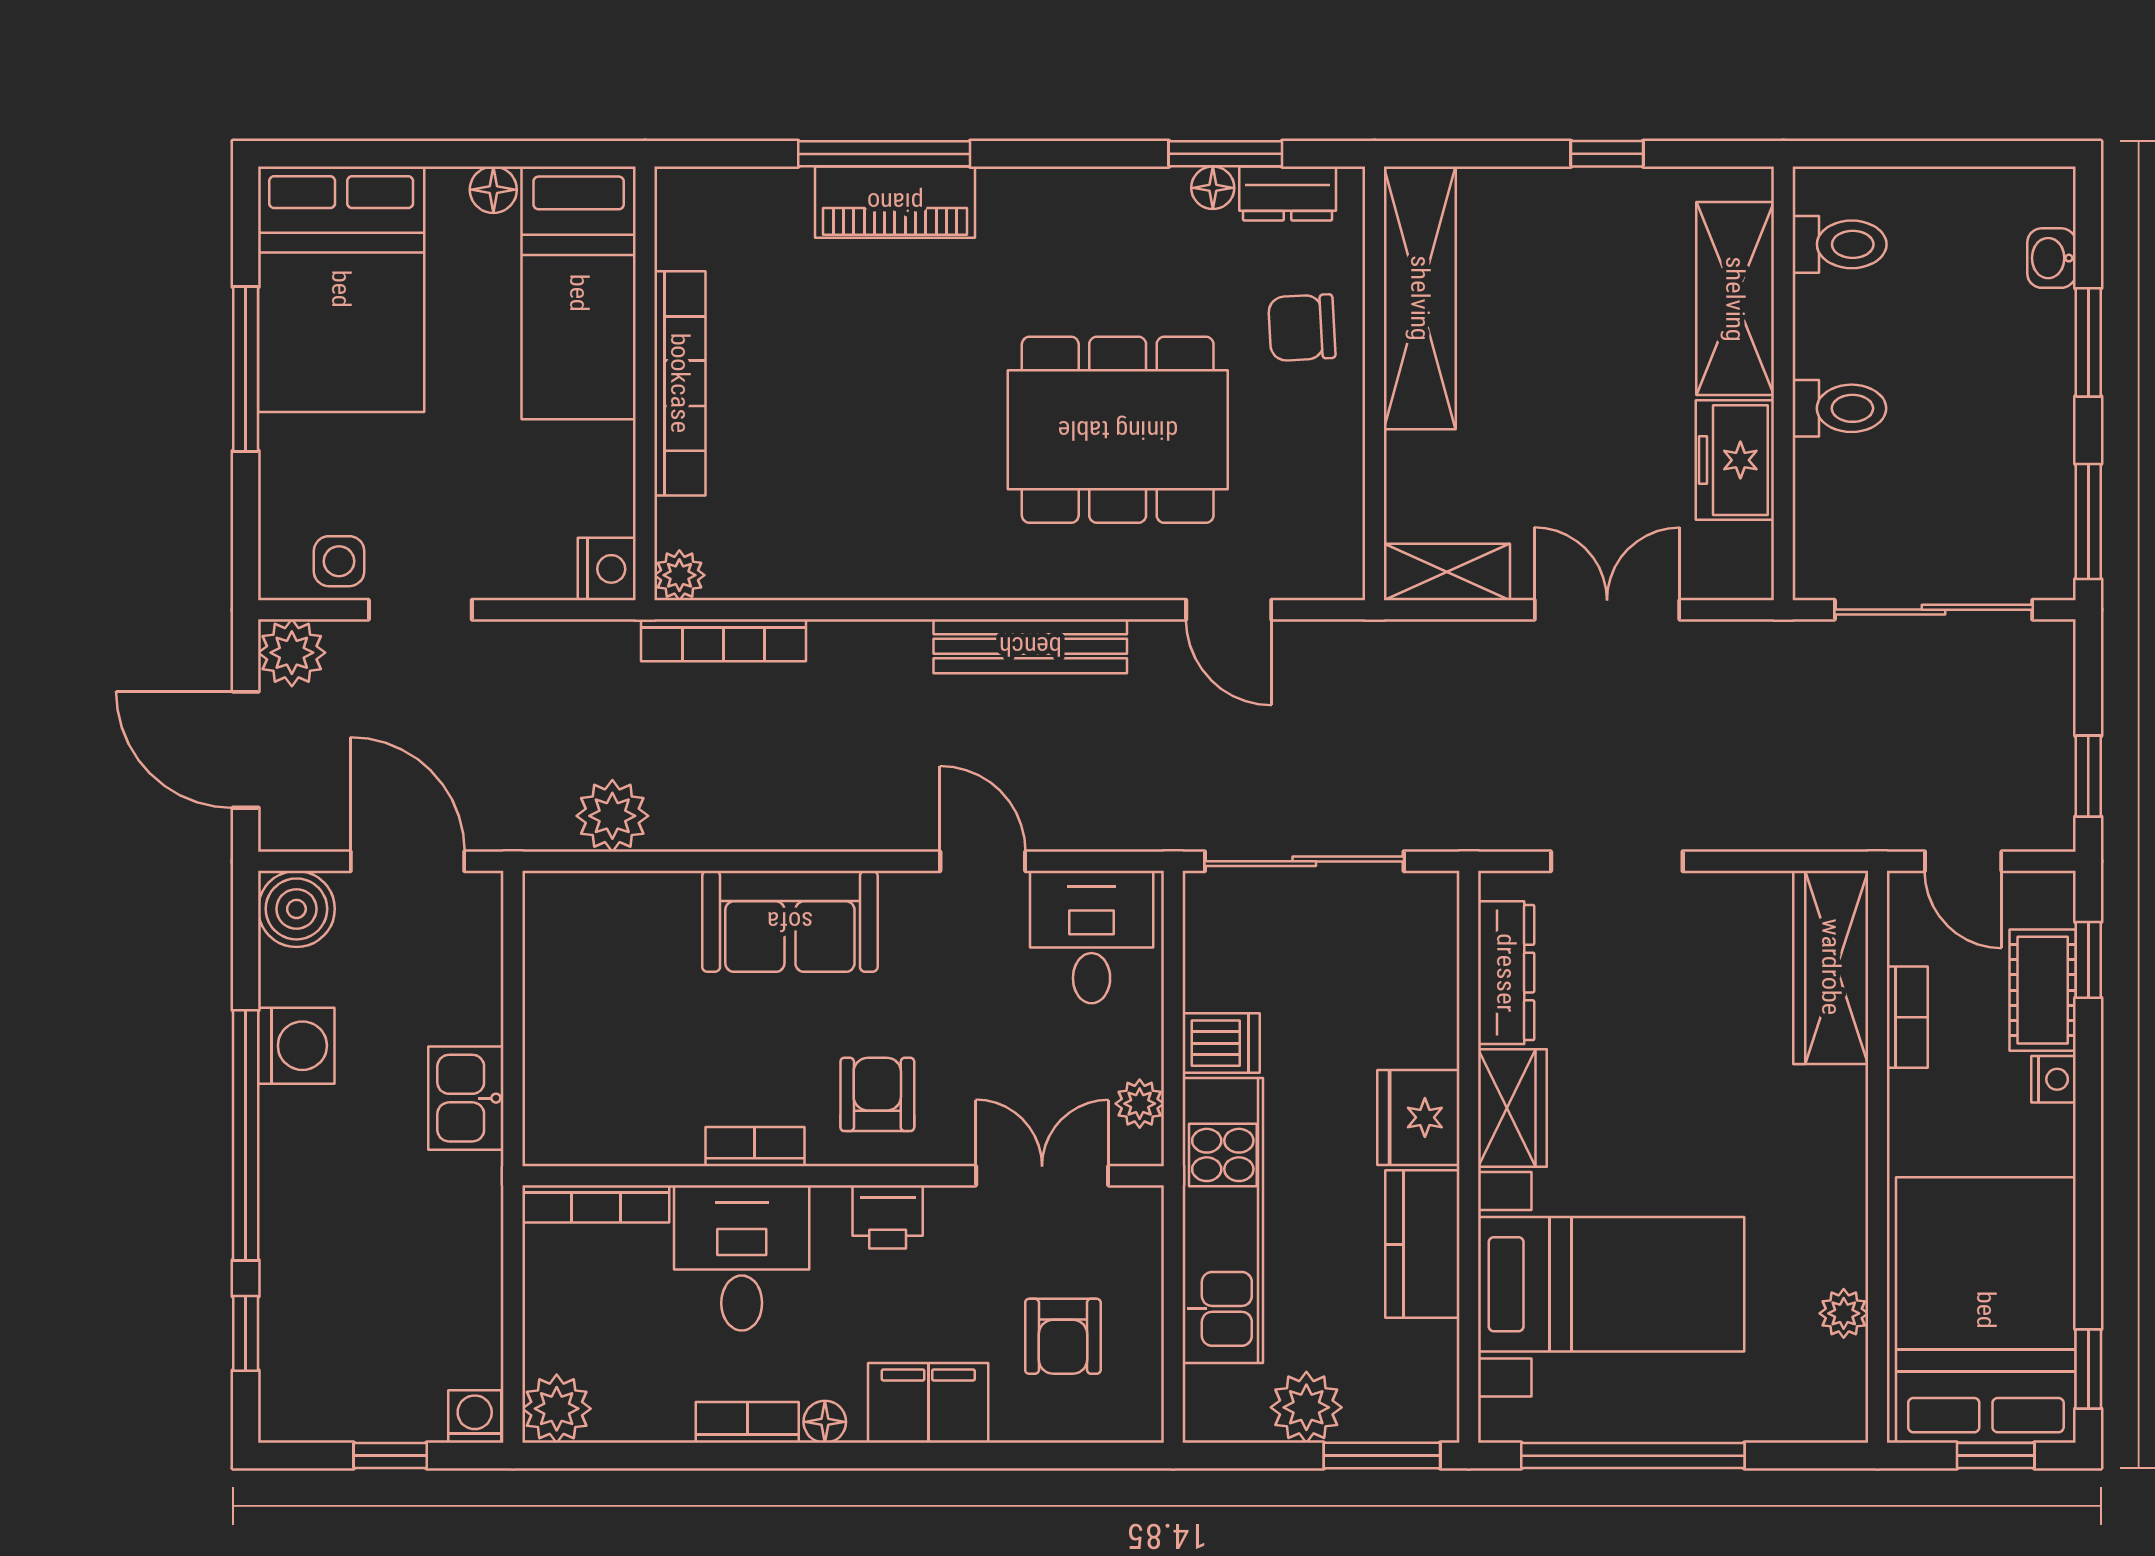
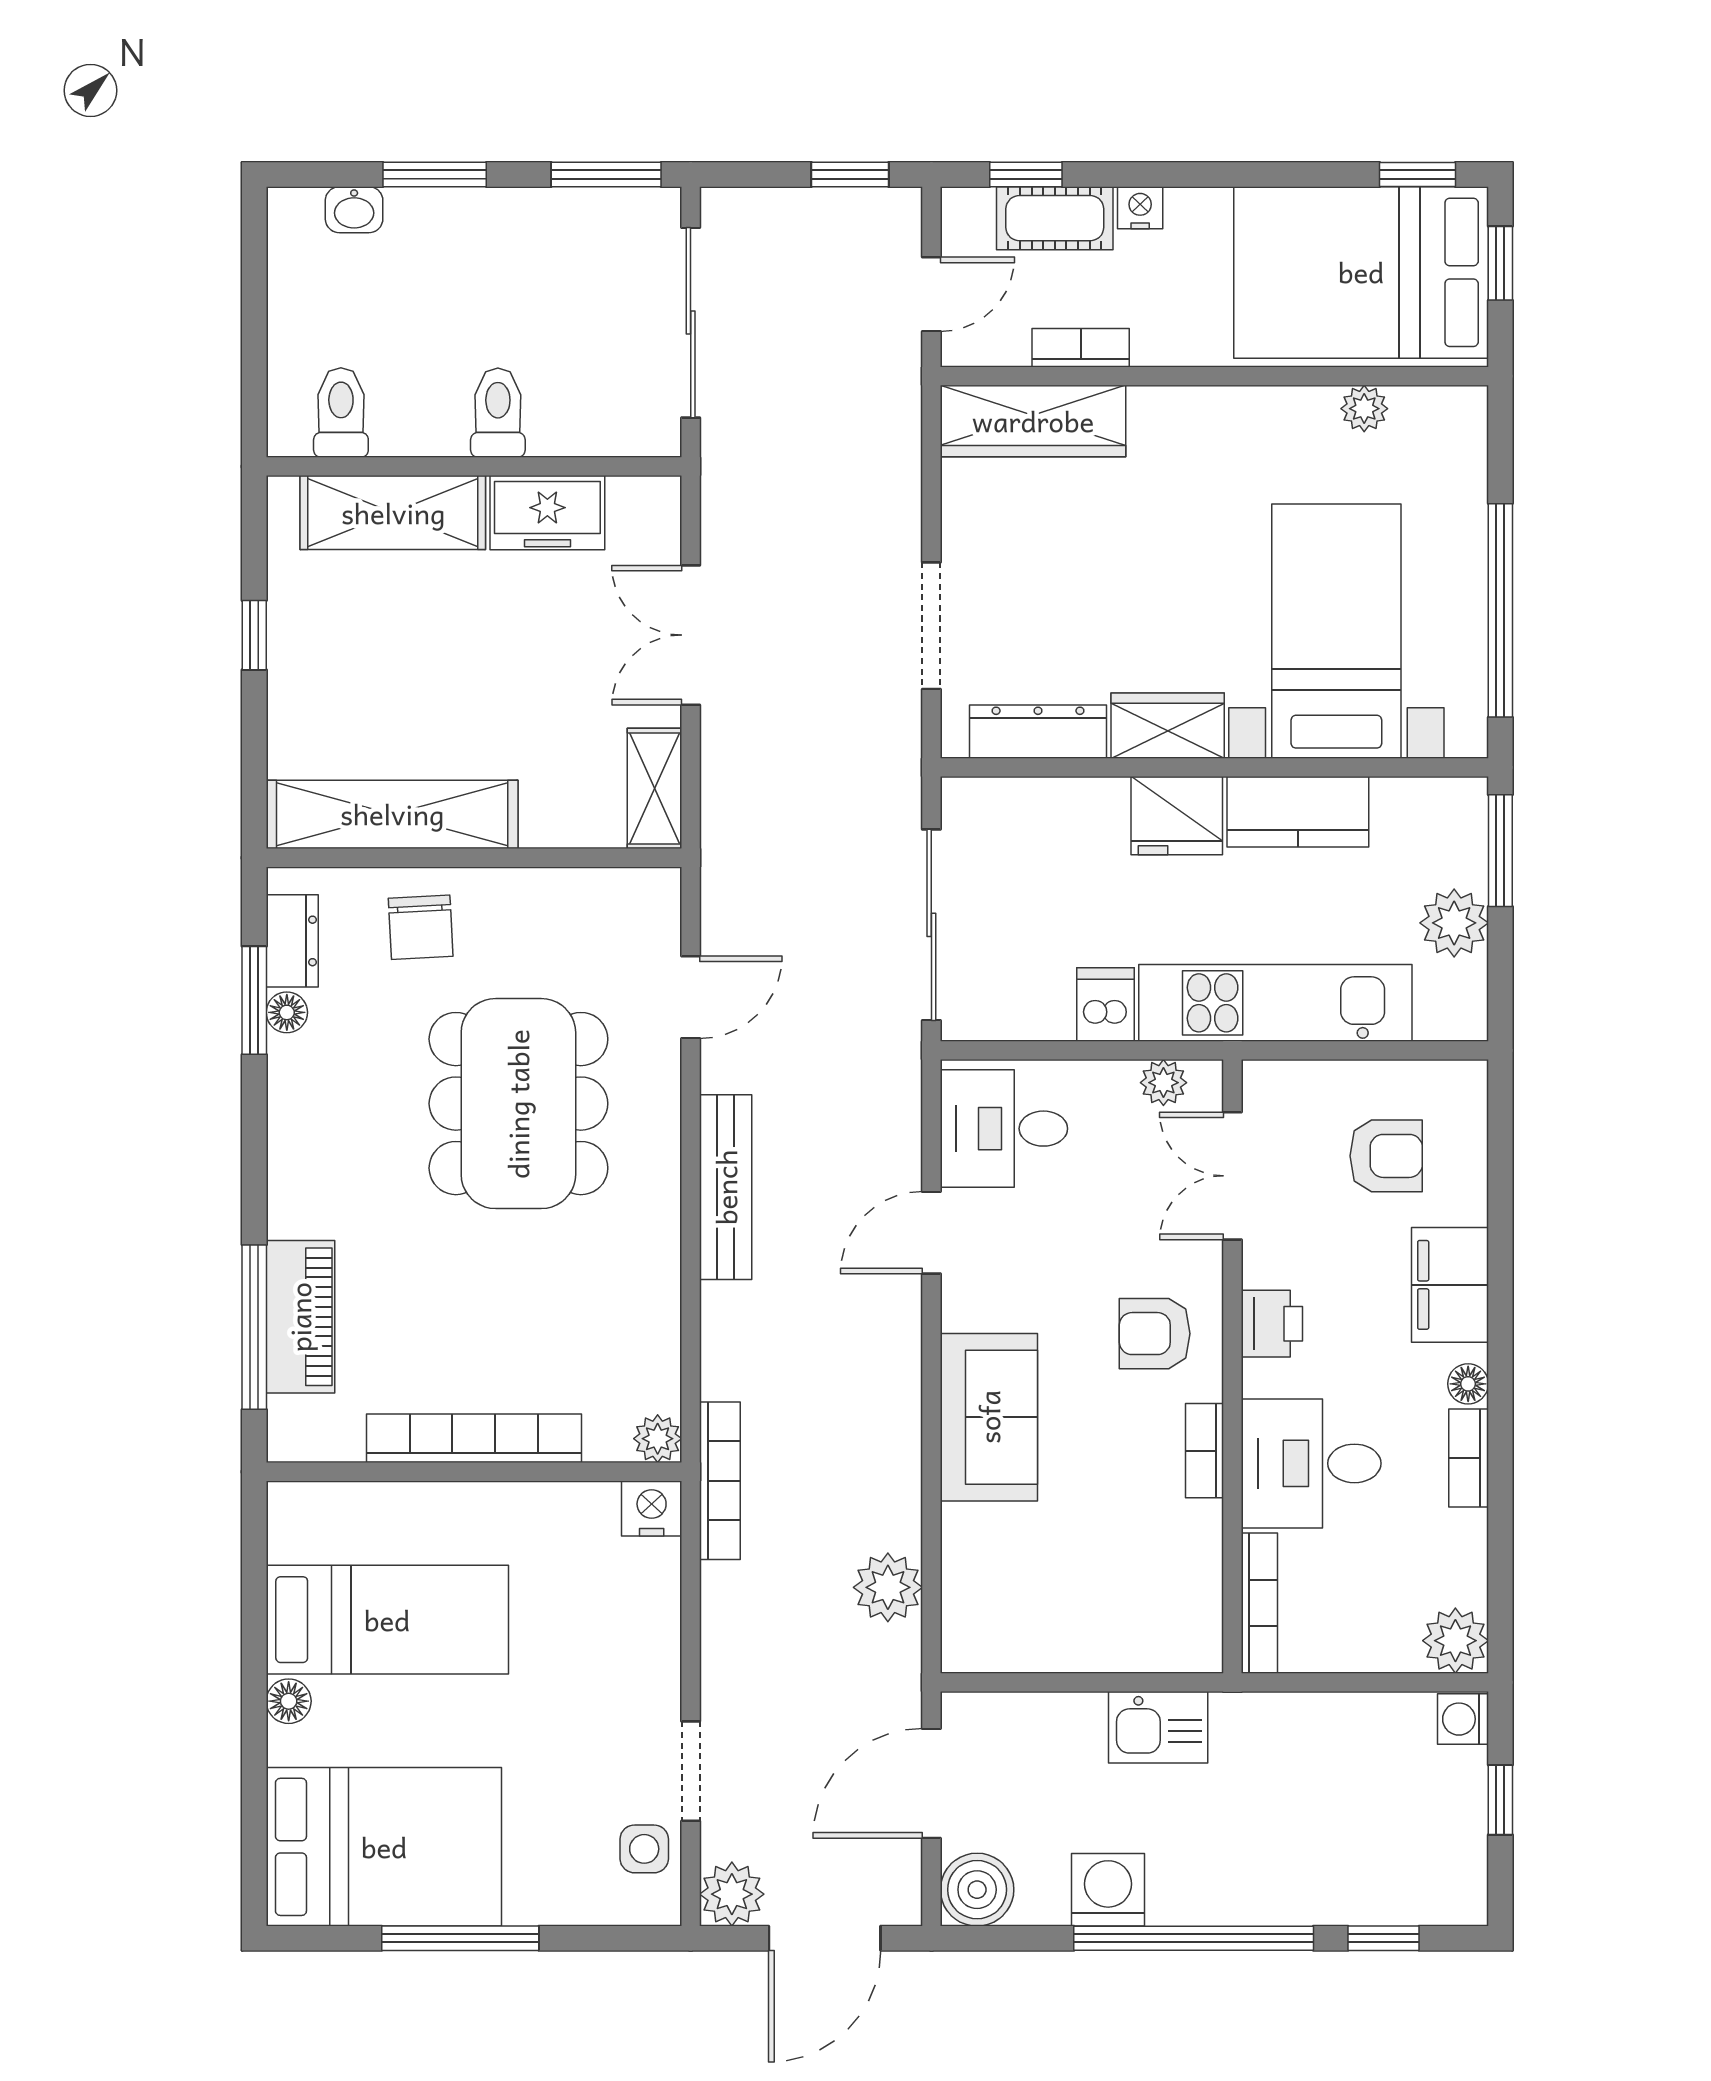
wall: (645, 383) -> (474, 1472), moved
bookcase: (680, 383) -> (474, 1438), moved
nightstand: (607, 569) -> (652, 1508), moved
plant: (679, 575) -> (658, 1439), moved

